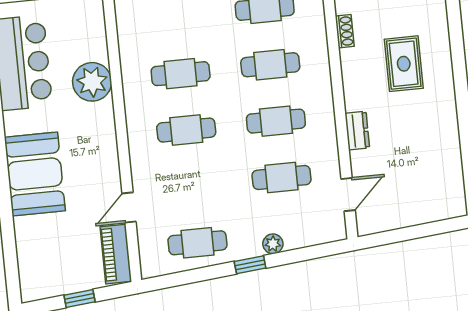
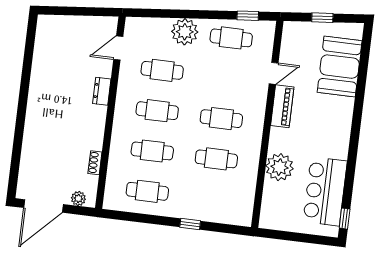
rug: (404, 64) -> (59, 131), removed
booth: (35, 174) -> (340, 67), moved
plant: (273, 244) -> (185, 32), width x1.88, depth x1.88
piano: (116, 254) -> (282, 106), moved
window: (250, 265) -> (248, 16), moved

